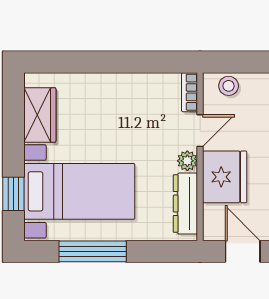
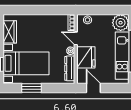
door: (200, 131) -> (76, 38), swing flipped
window: (93, 251) -> (31, 88), width x0.69

